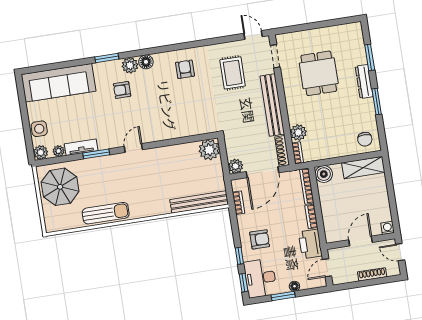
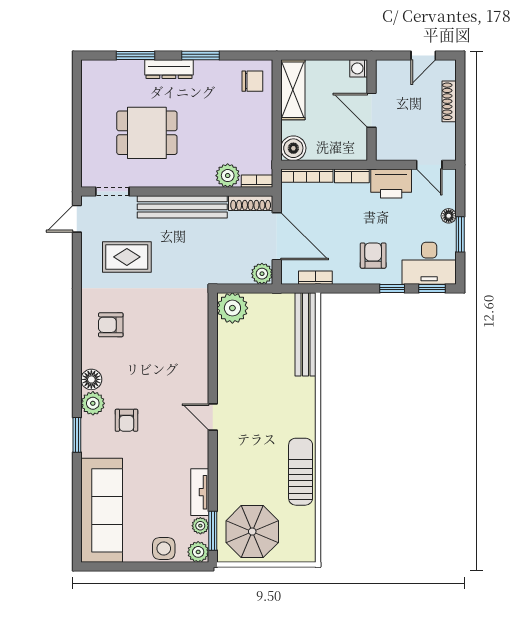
window: (96, 154) -> (213, 531), moved
washing machine: (387, 228) -> (359, 68), moved
door: (361, 241) -> (372, 110), moved
wall: (361, 241) -> (372, 110), moved

